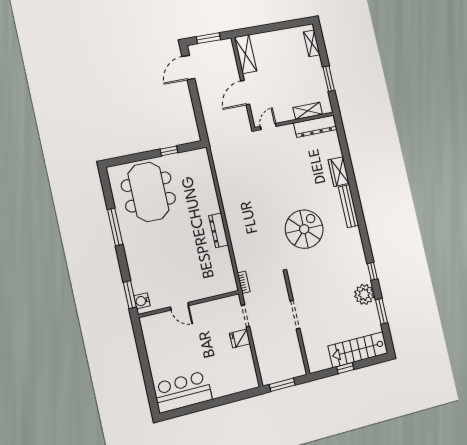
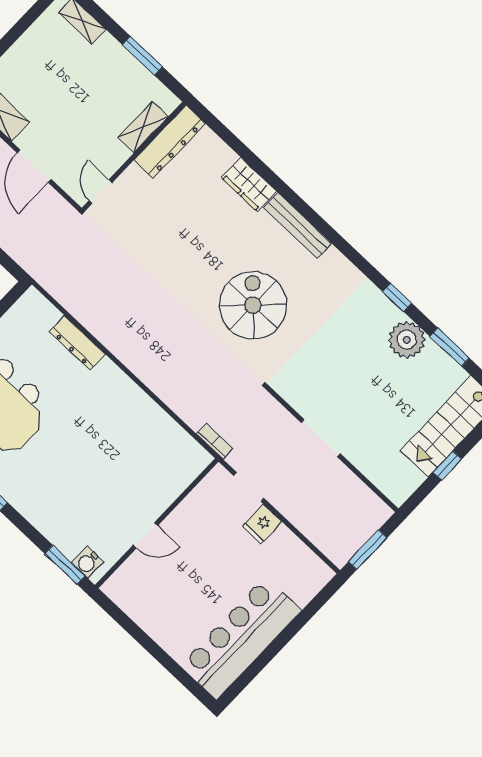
dresser: (219, 230) -> (77, 343), moved
bar counter: (183, 392) -> (241, 638), width x1.36

